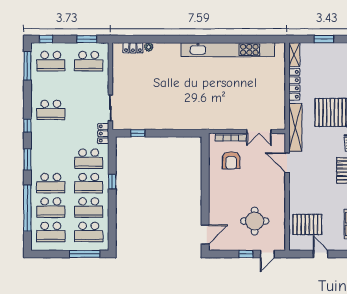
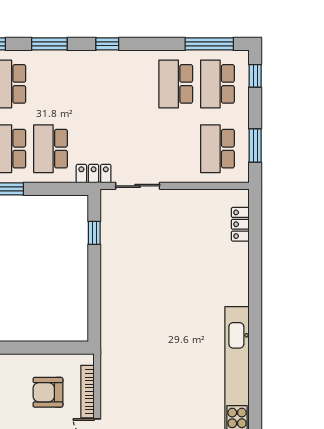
plant: (149, 47) -> (241, 251), removed
school desk: (51, 110) -> (176, 84), moved

